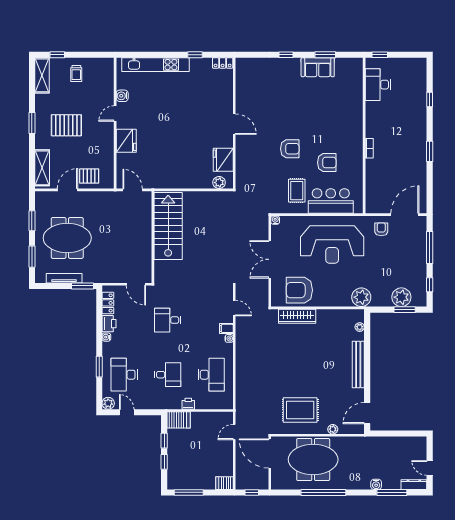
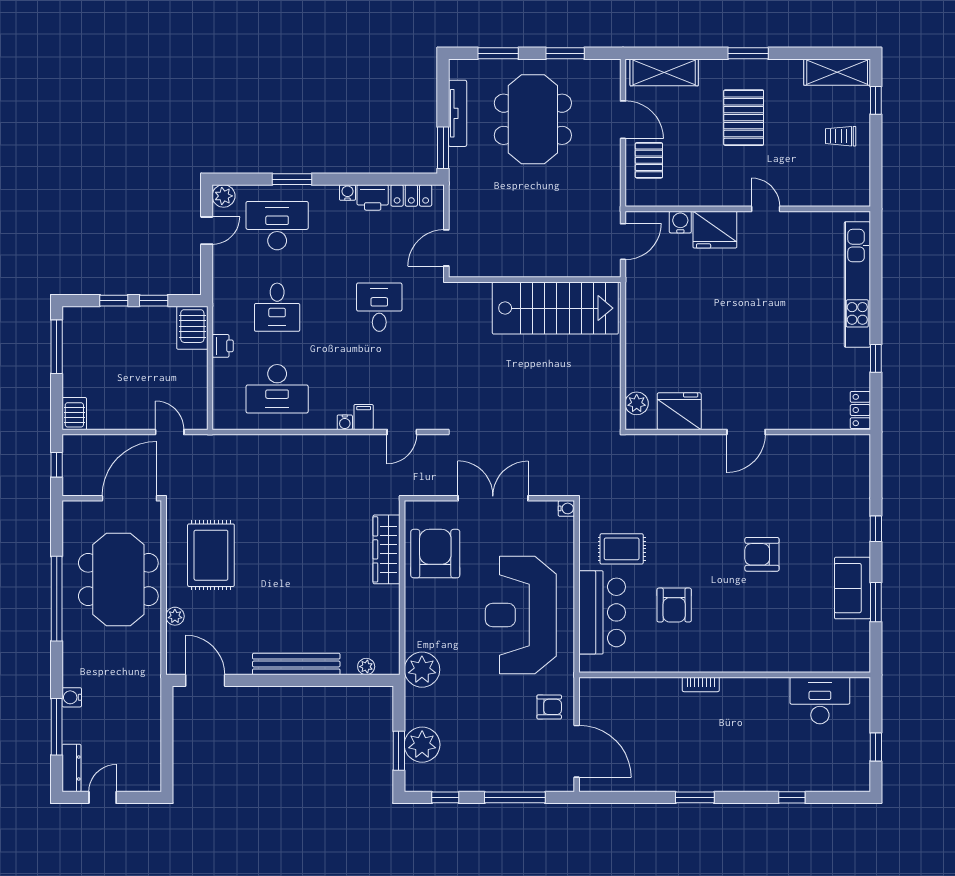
window: (380, 55) -> (876, 747), moved
water cooler: (122, 96) -> (680, 222), moved
armchair: (290, 149) -> (762, 554), moved, turned 90

